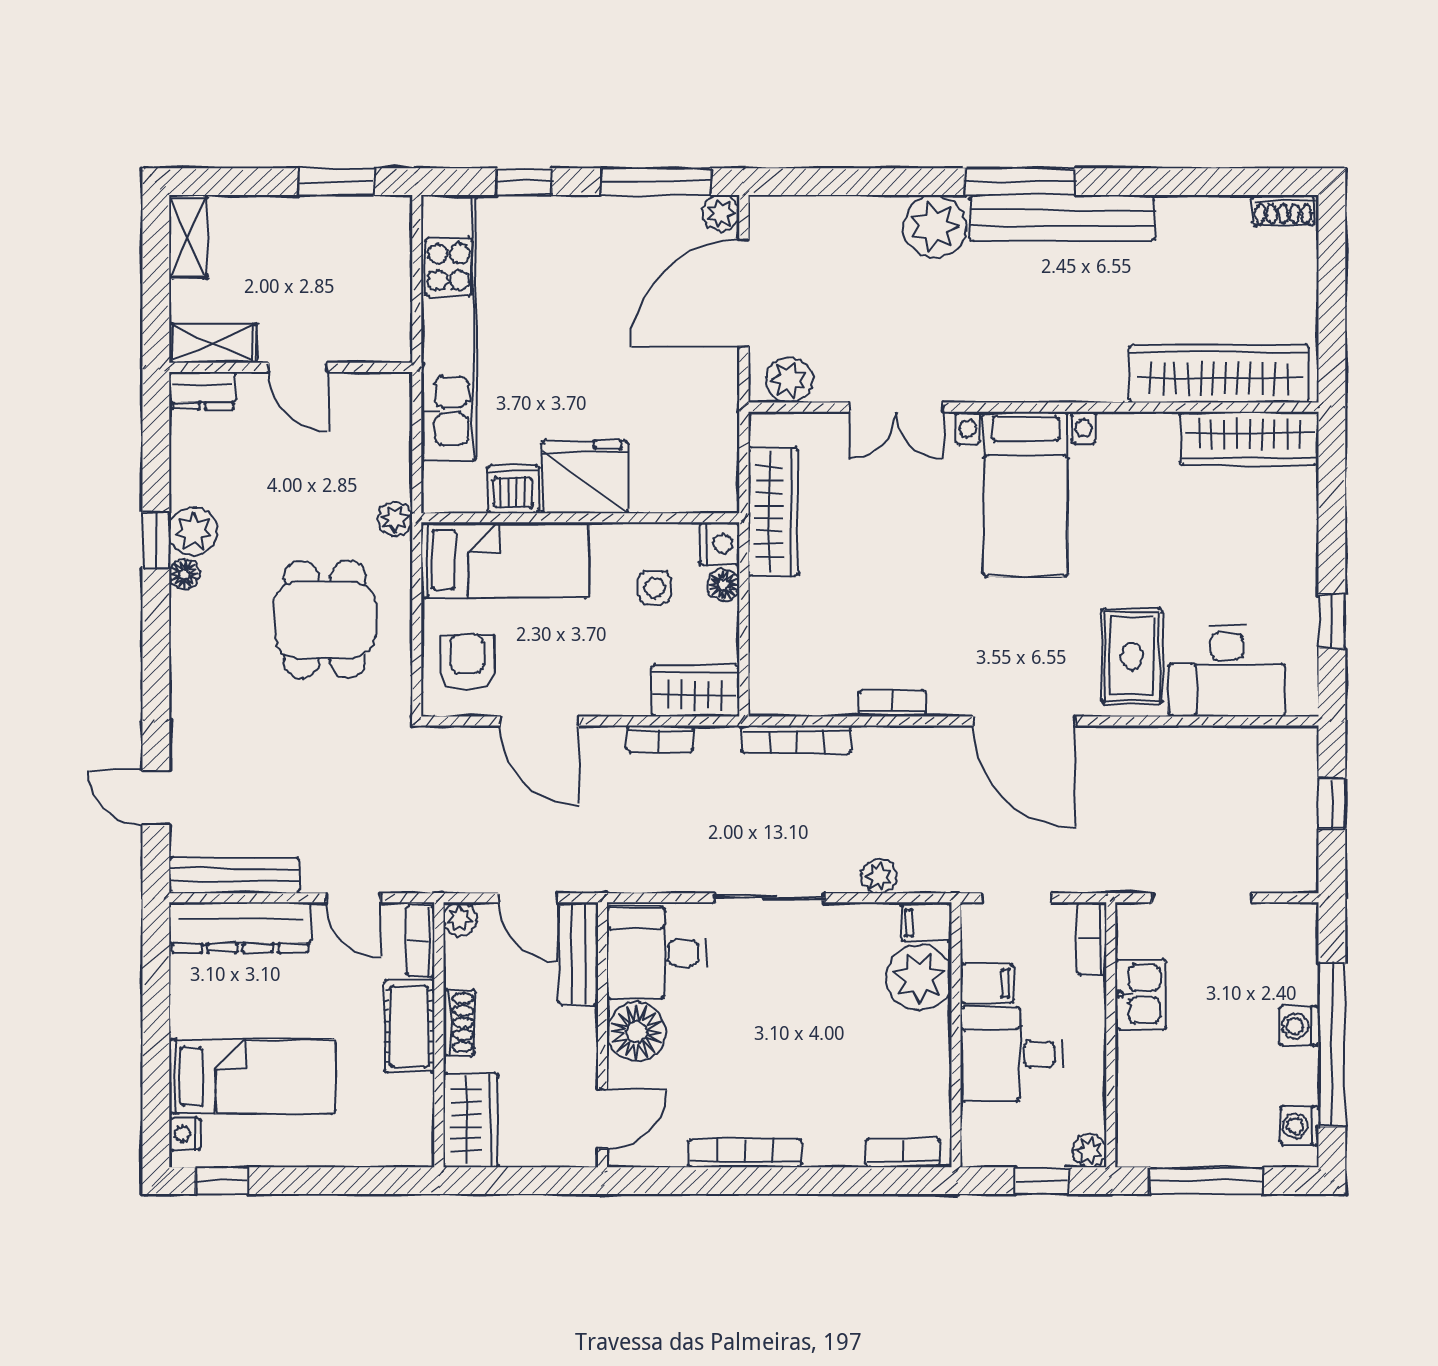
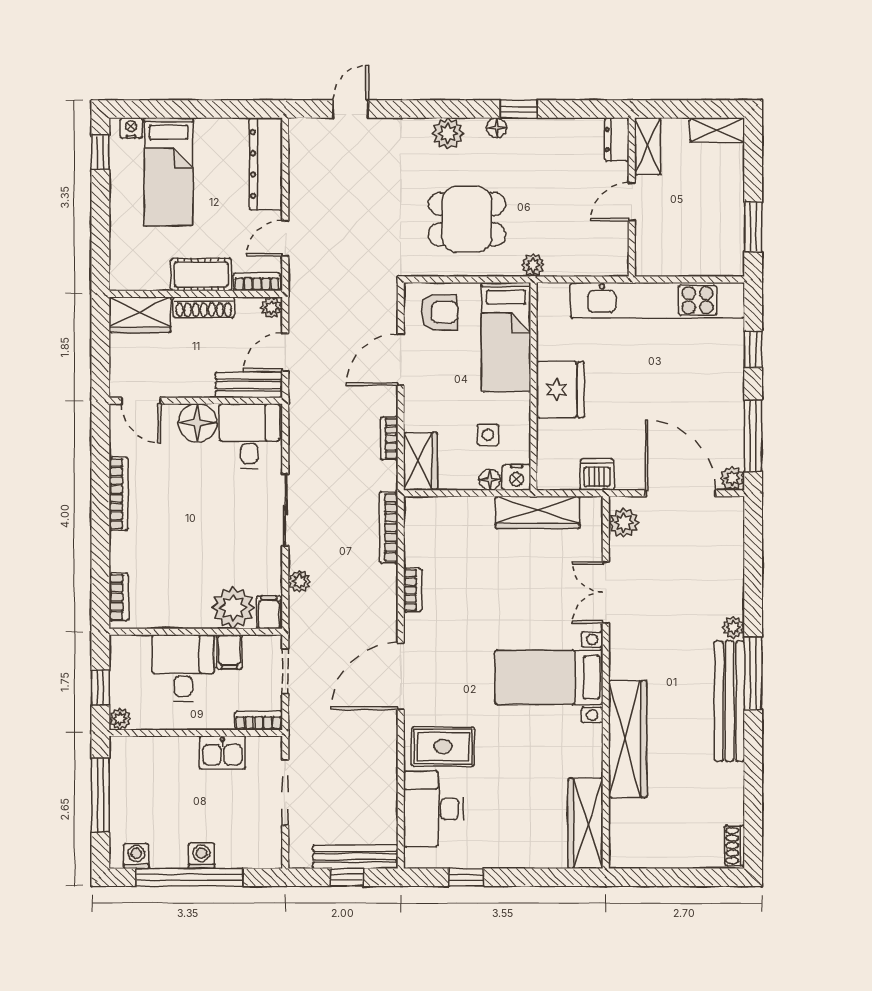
plant: (935, 227) -> (733, 628), width x0.53, depth x0.53
wardrobe: (1219, 374) -> (628, 739), moved
dishwasher: (513, 489) -> (597, 475), moved, turned -90
plant: (193, 531) -> (448, 133), moved
bench: (234, 875) -> (355, 857), moved, turned 90
shoe rack: (459, 1023) -> (204, 307), width x1.43

